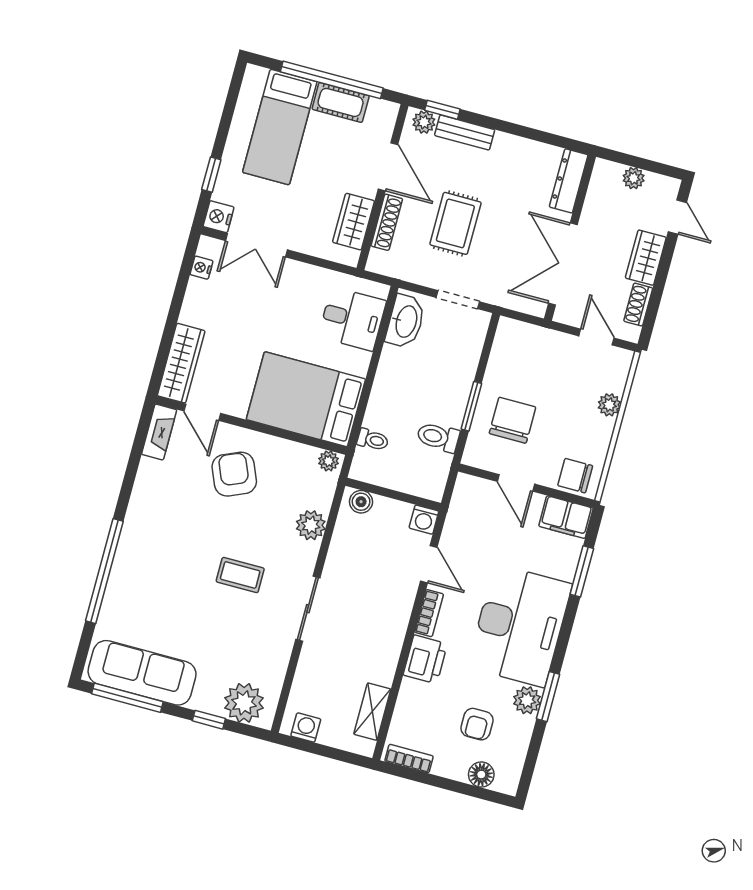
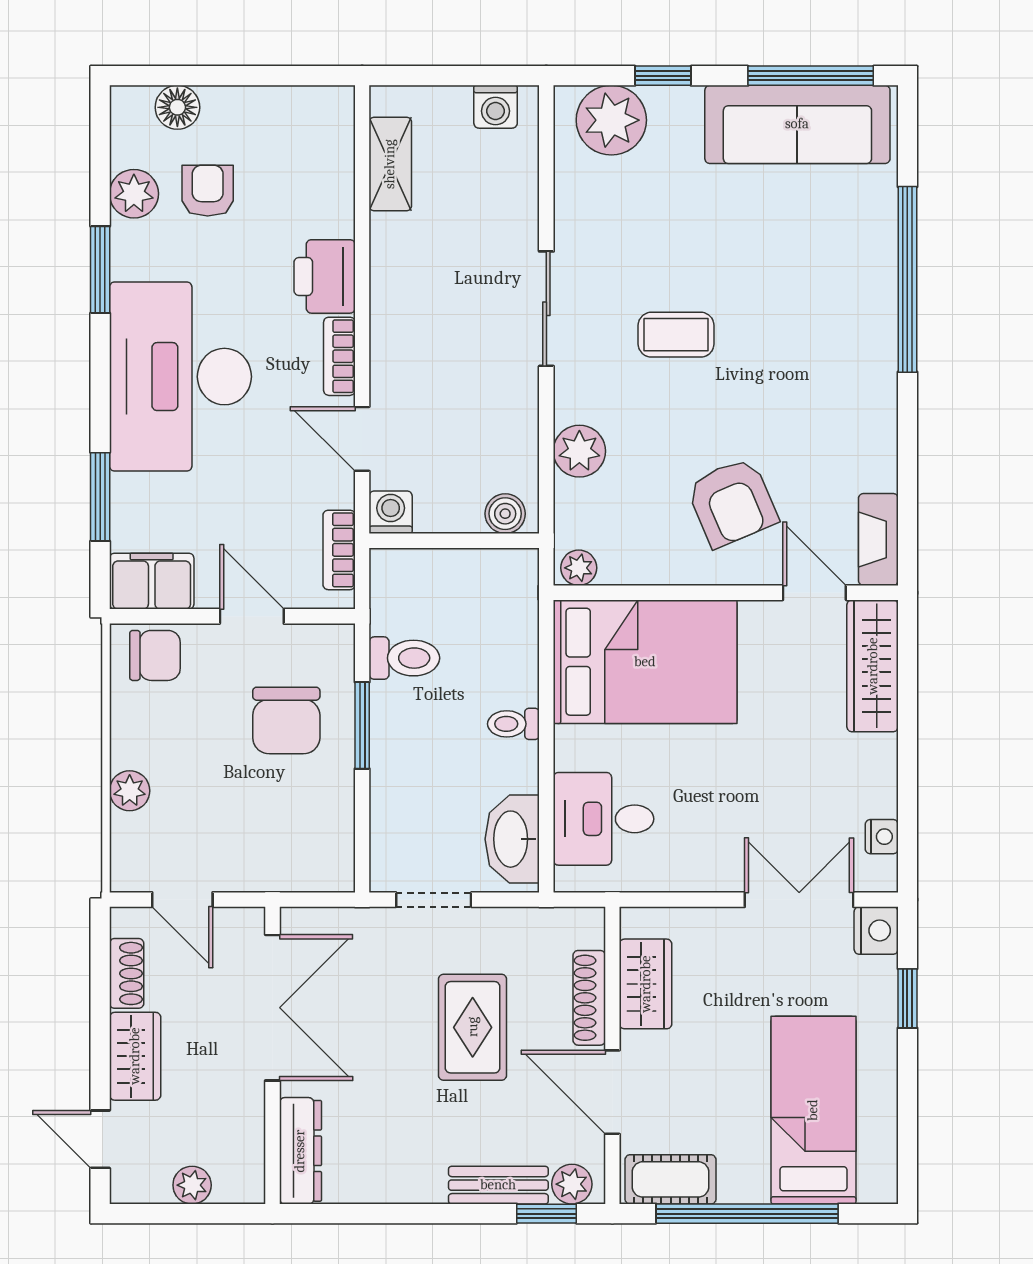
cot: (341, 102) -> (671, 1179), moved
toilet: (373, 440) -> (513, 724), moved
plant: (527, 700) -> (134, 194), moved
bookcase: (409, 759) -> (339, 550), moved, turned 90

